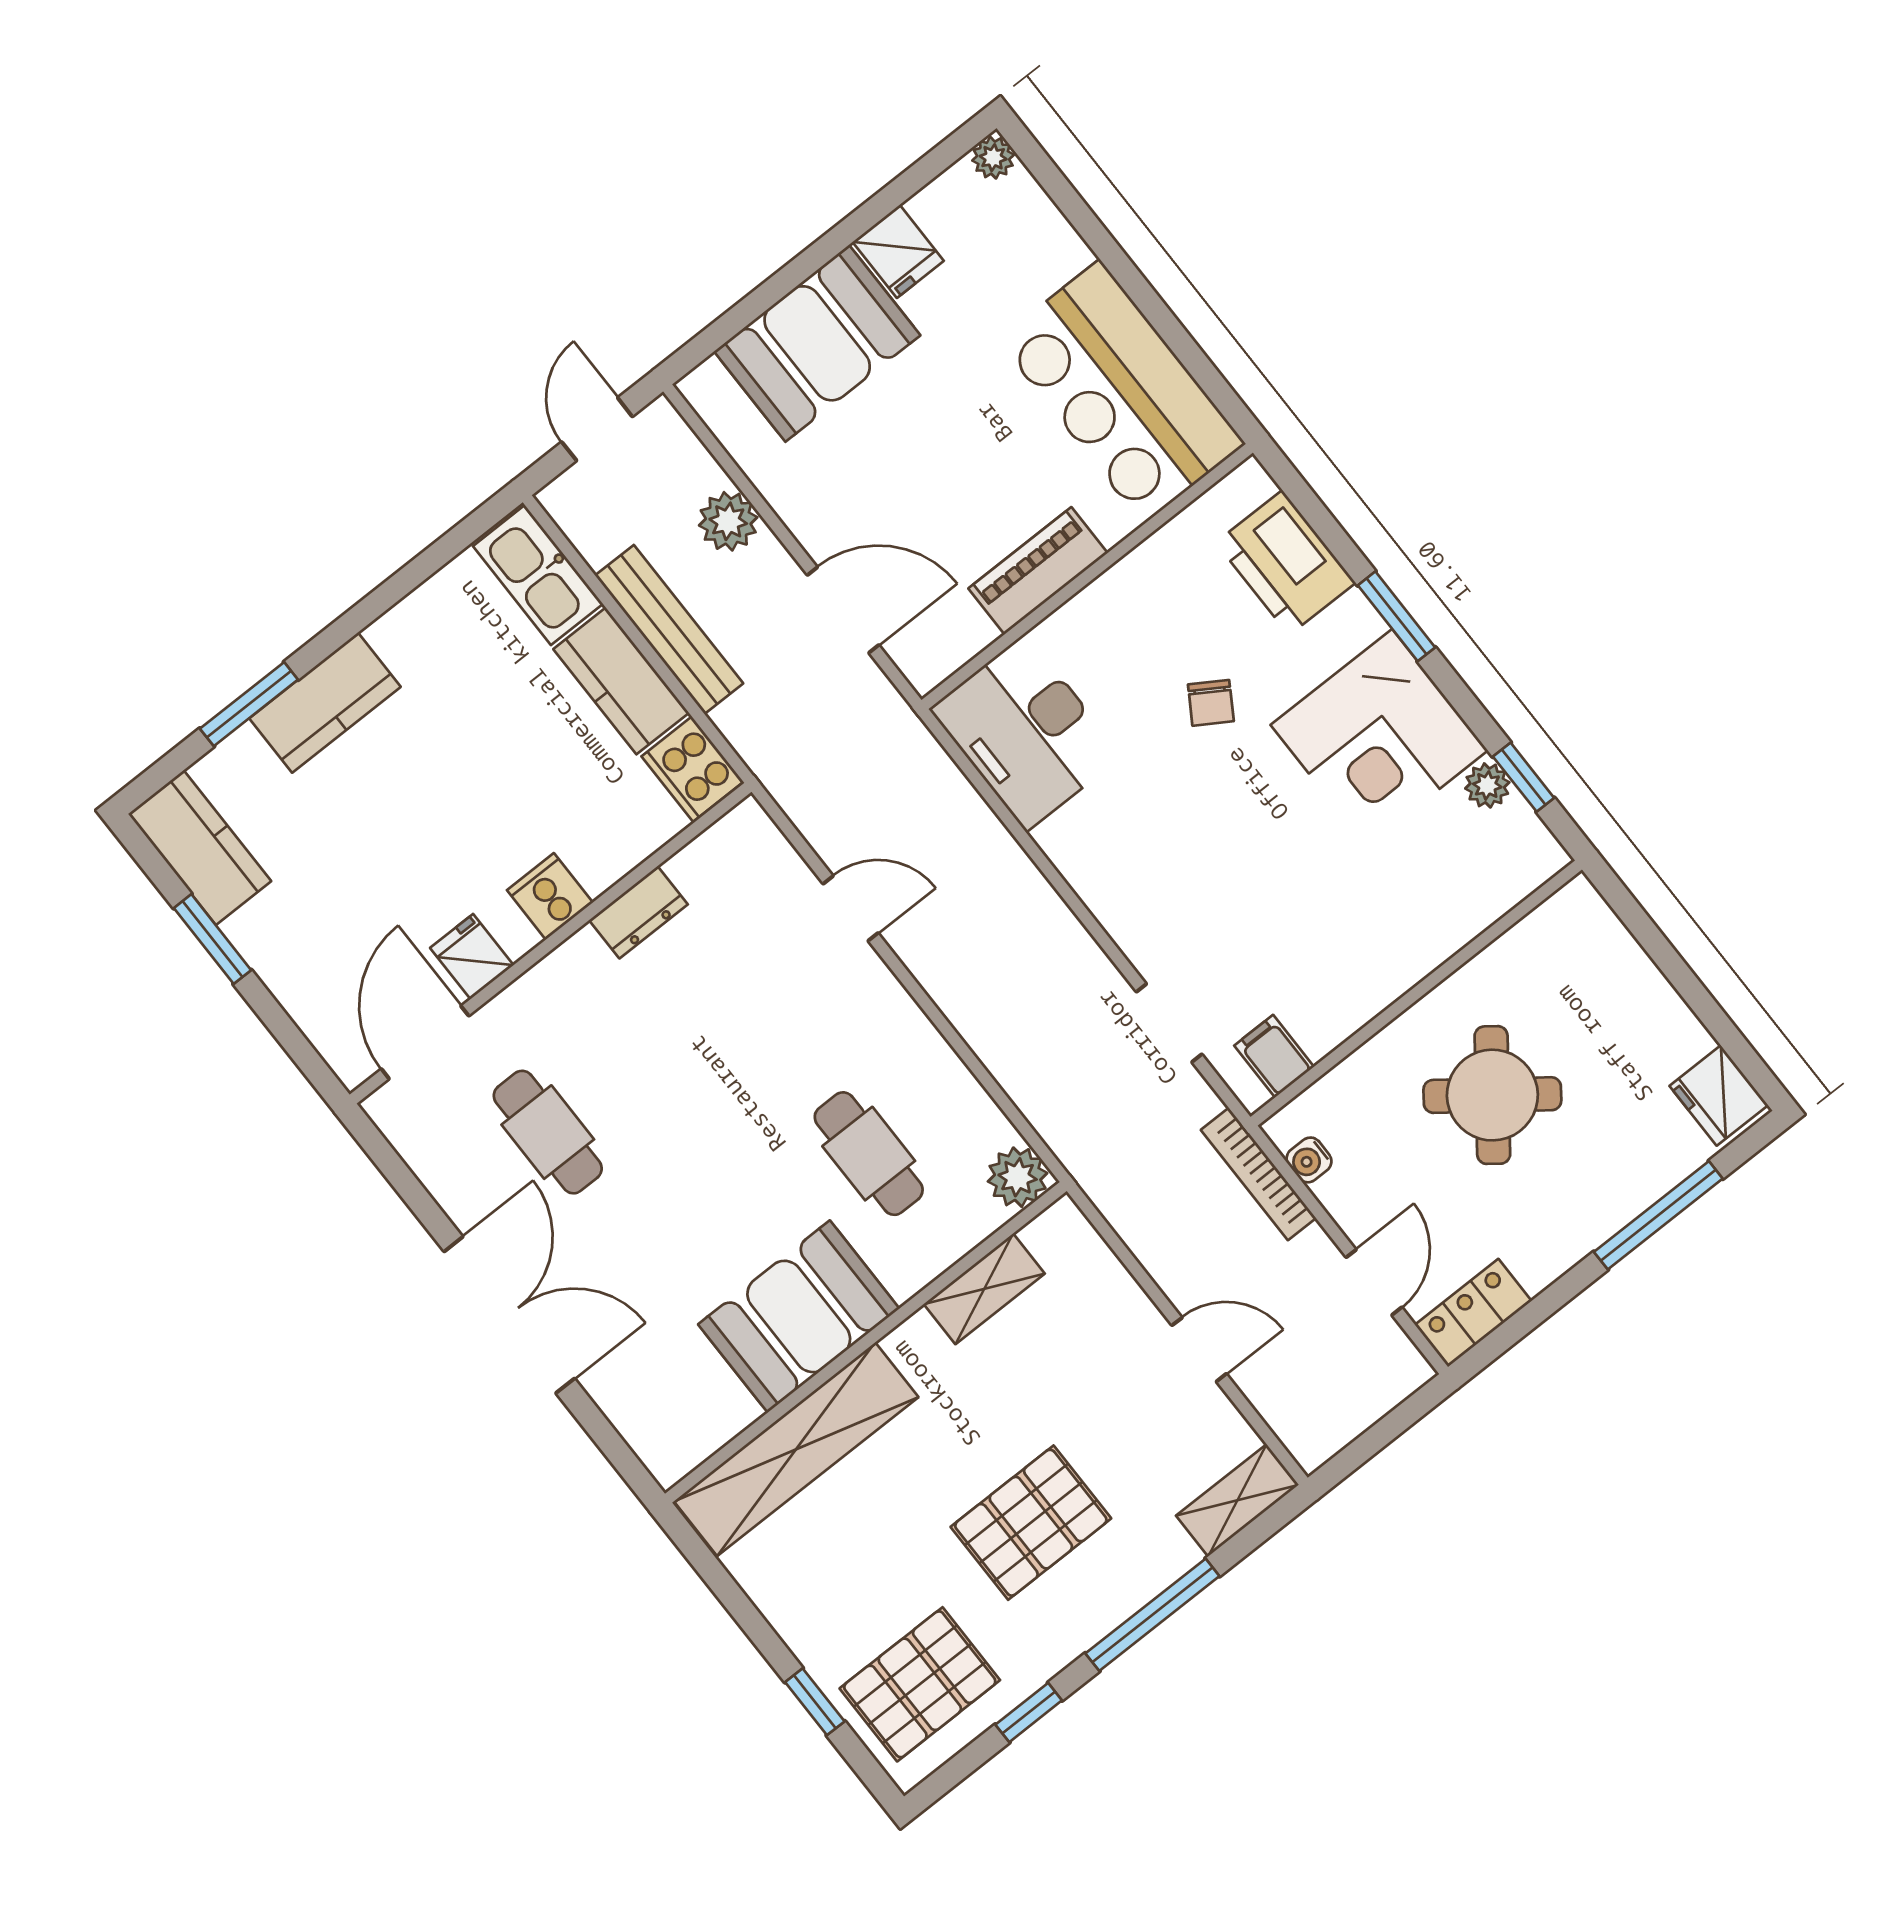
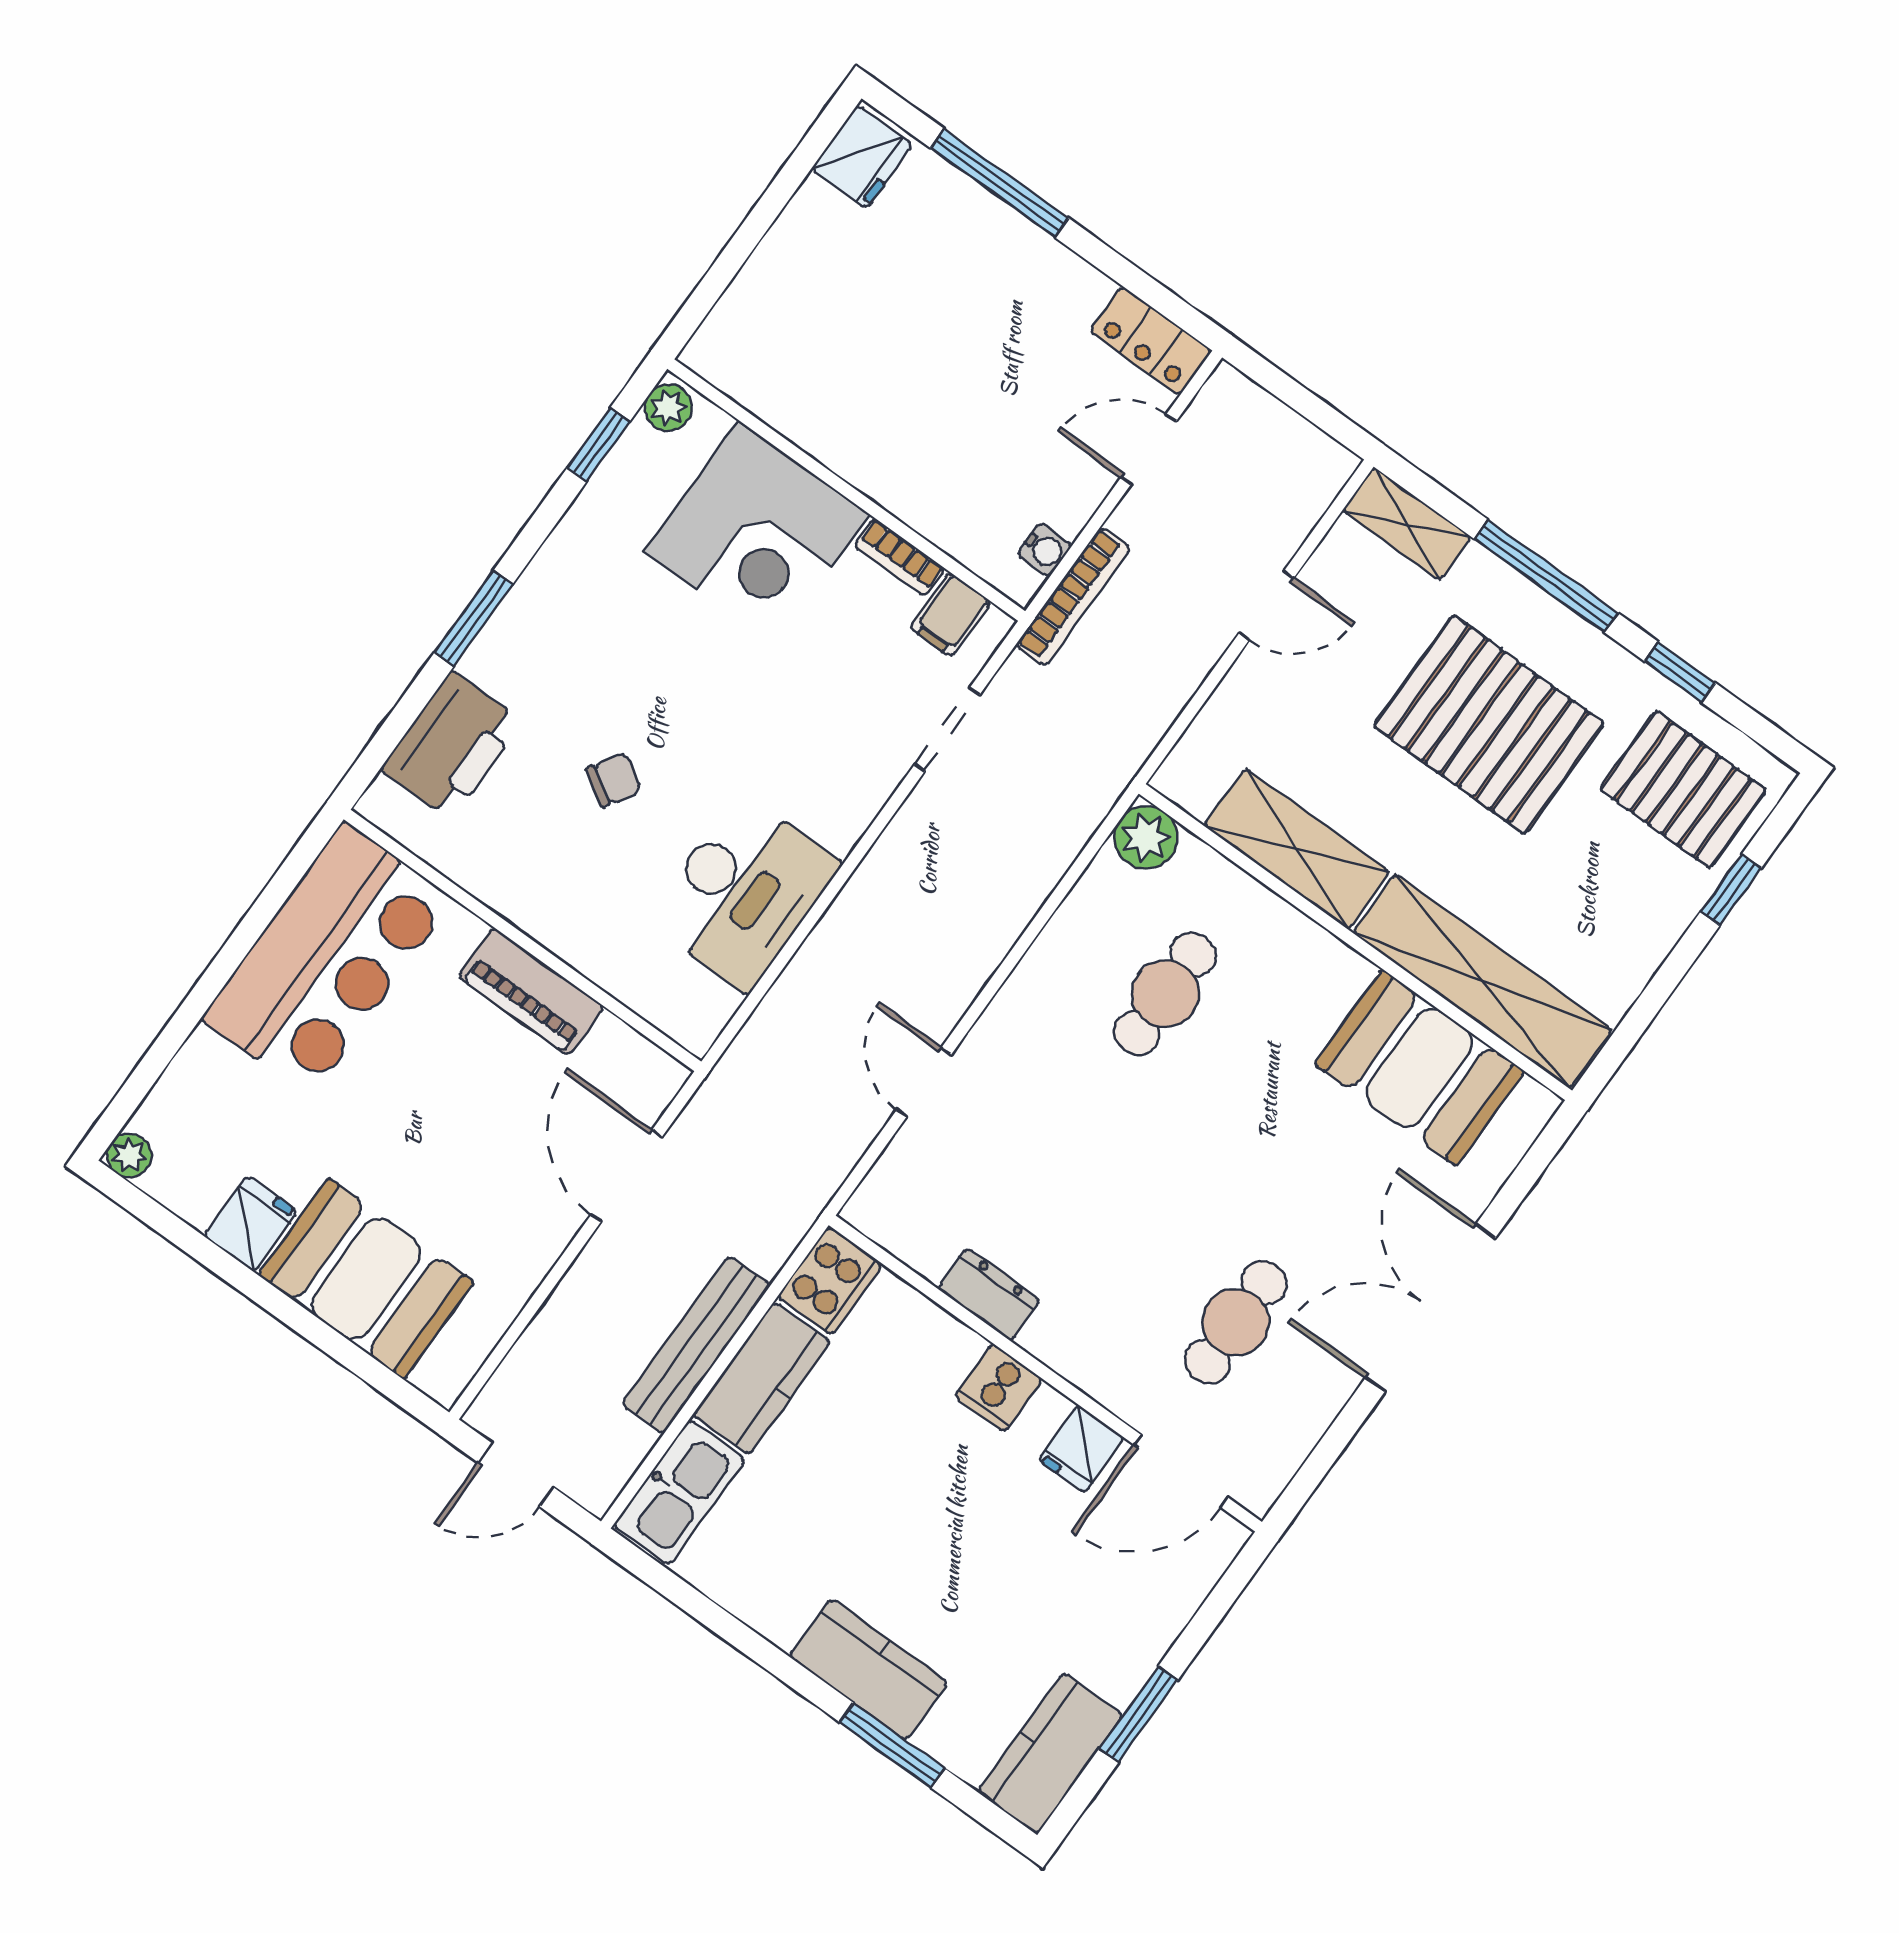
plant: (728, 521) -> (571, 1317), removed
desk: (1026, 732) -> (743, 892), moved
corner desk: (1379, 738) -> (757, 533), moved, turned 90
plant: (1487, 785) -> (668, 408), moved
bookcase: (1340, 1024) -> (900, 557), added
round table: (1492, 1095) -> (927, 384), removed
shelving: (984, 1289) -> (1297, 849), width x1.50, depth x1.33
booth: (799, 1316) -> (1419, 1068), moved
door: (1199, 1350) -> (1267, 605), swing flipped
pallet: (1031, 1523) -> (1489, 725), width x1.37, depth x1.41

